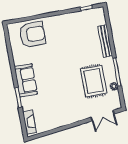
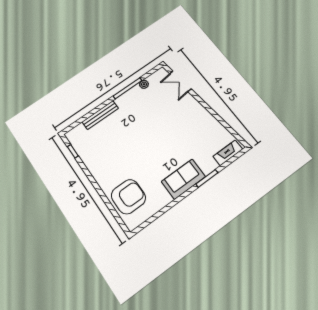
armchair: (32, 34) -> (128, 197), turned 90
rug: (94, 81) -> (149, 107), removed
double door: (102, 116) -> (180, 81), swing flipped

